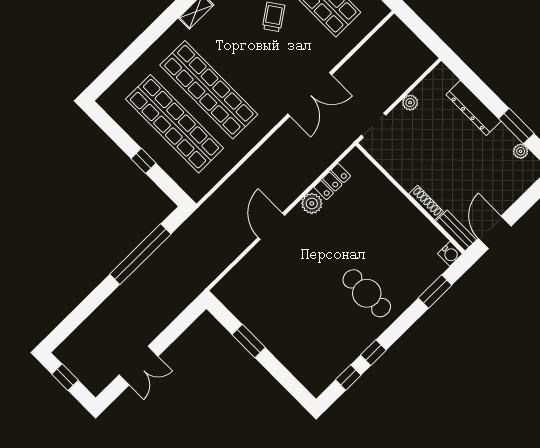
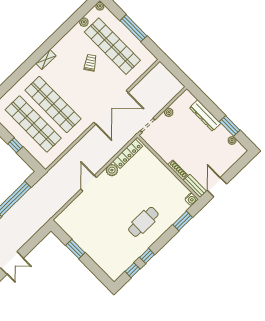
double door: (310, 94) -> (111, 107), width x1.36
locker: (332, 182) -> (128, 154), width x1.53
cafe table: (367, 293) -> (143, 222), turned 90

